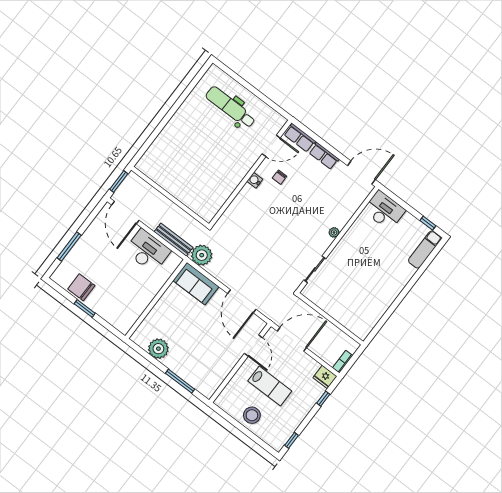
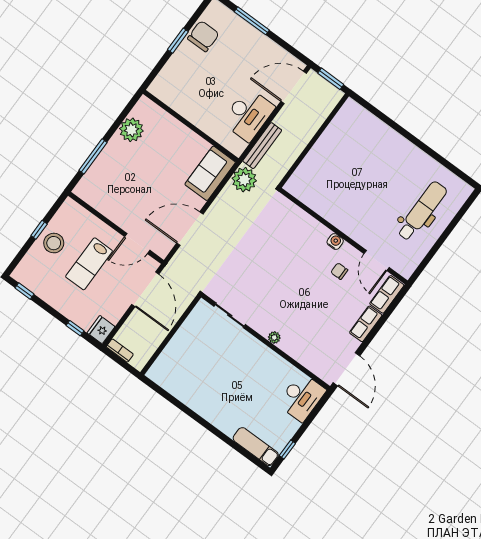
window: (241, 427) -> (39, 230), added

